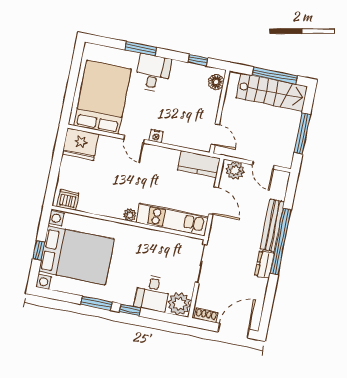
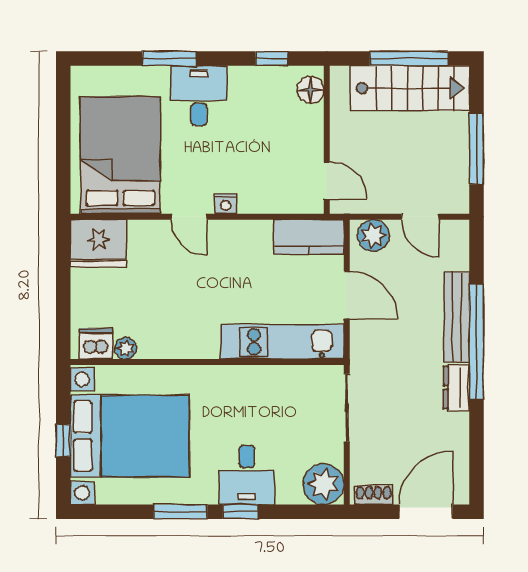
plant: (130, 215) -> (126, 348), moved
desk: (152, 293) -> (247, 475), moved

